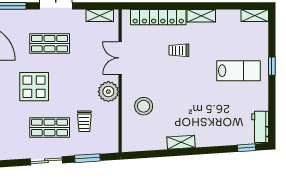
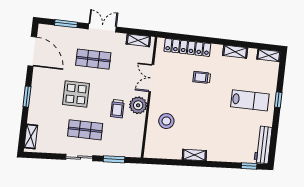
shelving: (201, 16) -> (235, 52), moved
trolley: (84, 121) -> (117, 109), moved
workbench: (260, 127) -> (263, 145), width x1.38

